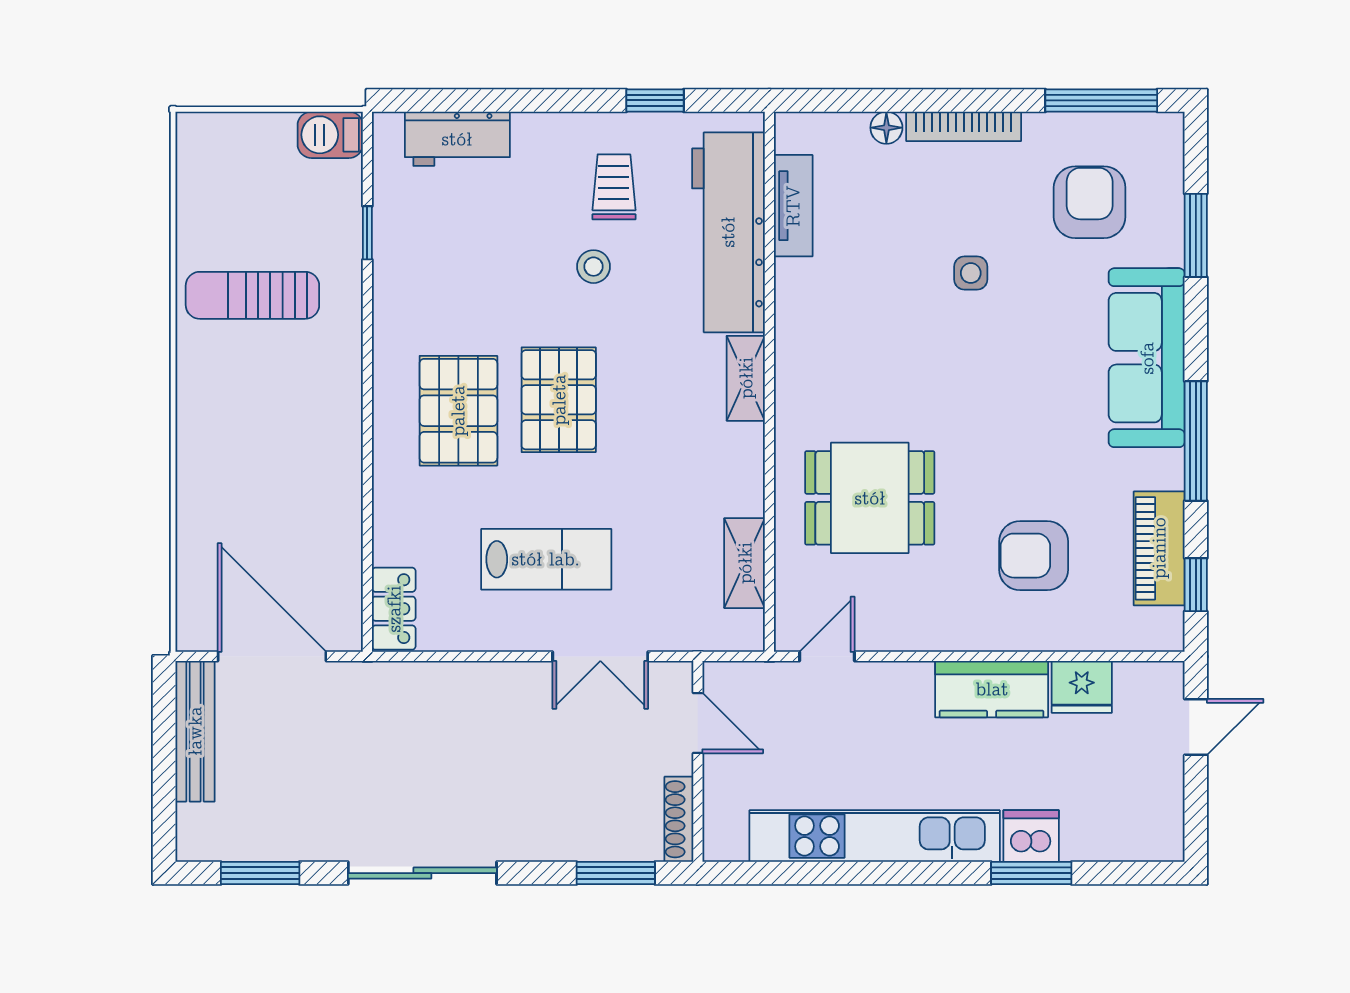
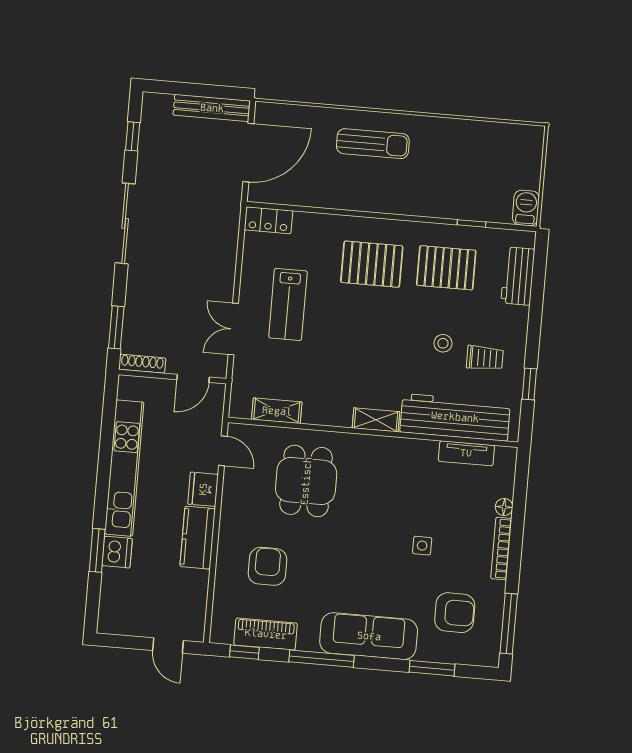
sun lounger: (252, 295) -> (373, 144), moved, turned 90
pallet: (559, 400) -> (446, 268), moved
fridge: (1082, 687) -> (203, 489), moved
window: (260, 873) -> (133, 136), width x0.67

